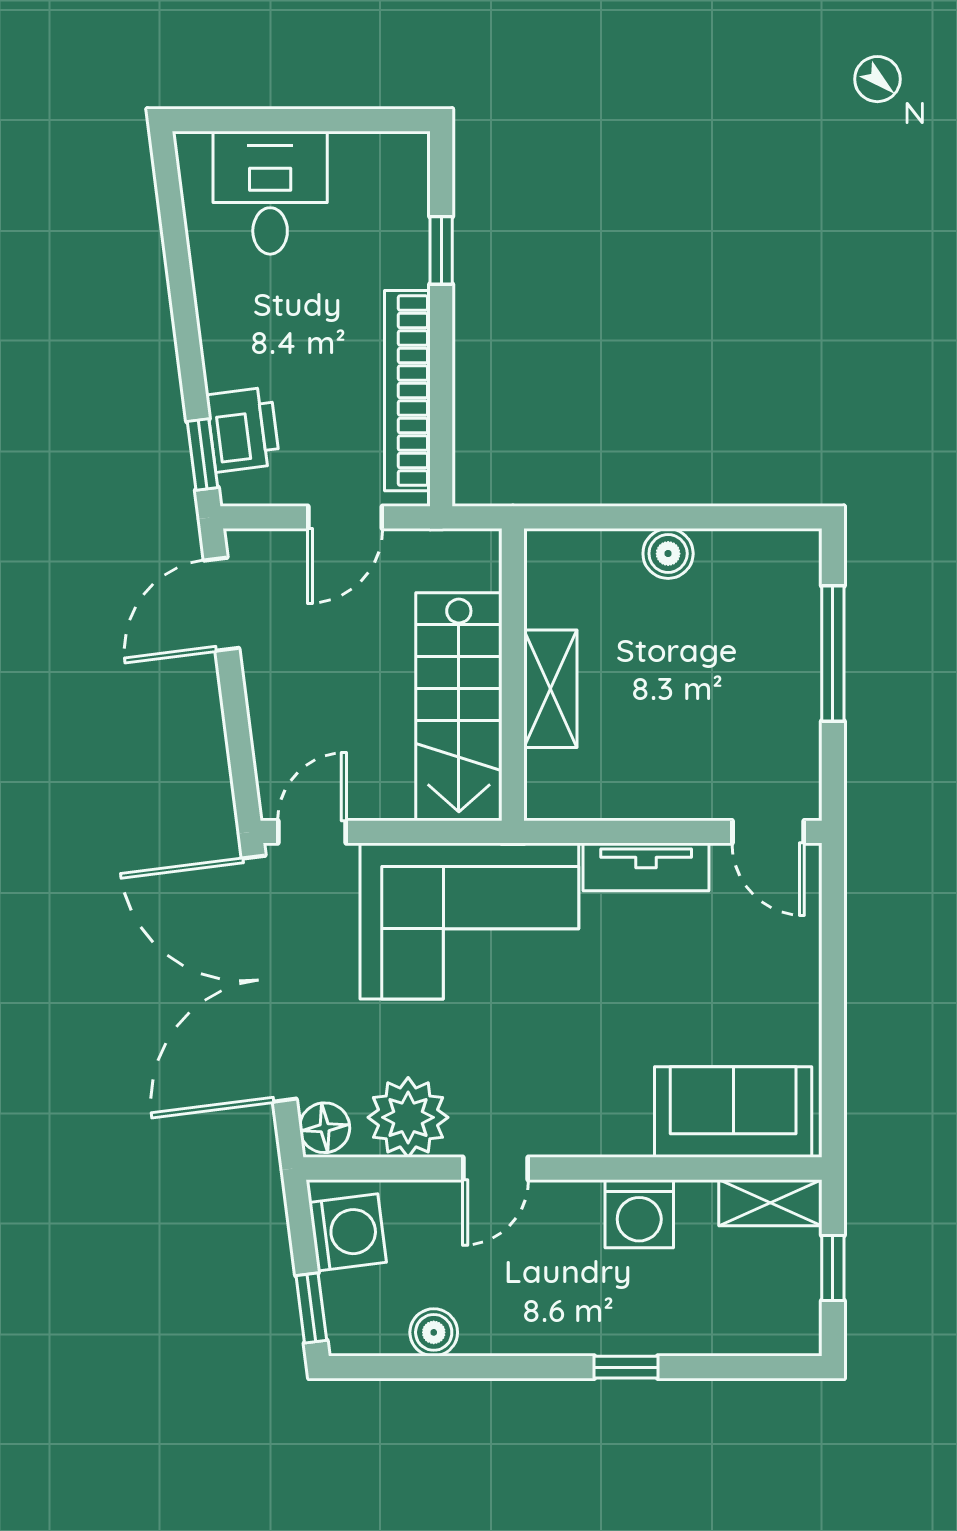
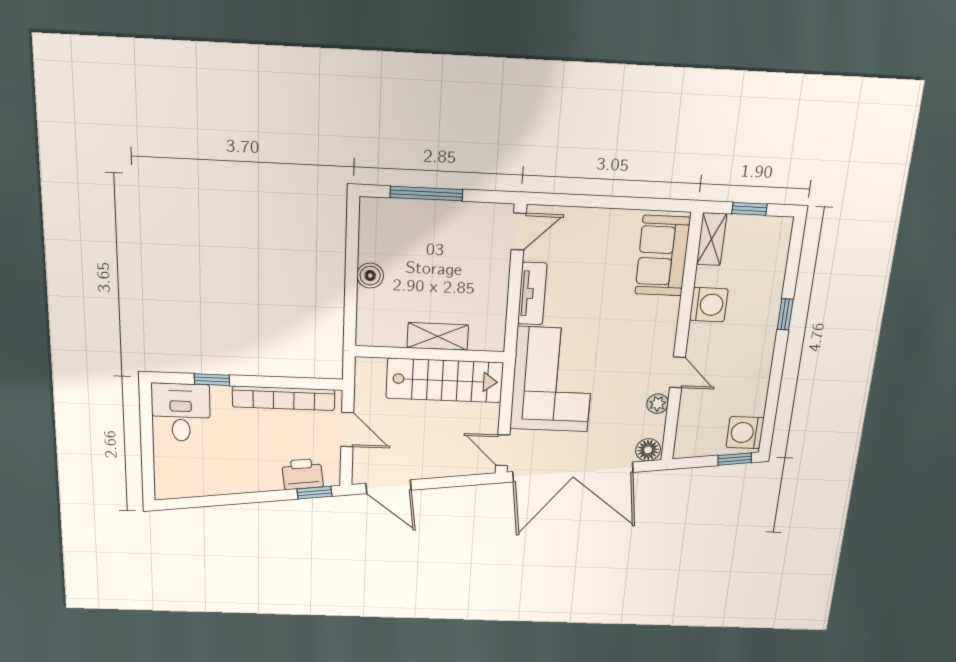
desk: (270, 193) -> (181, 412), moved, turned 90
plant: (408, 1117) -> (658, 404), width x0.53, depth x0.53
washing machine: (348, 1232) -> (745, 433), moved, turned -83
boiler: (434, 1332) -> (754, 404), removed

